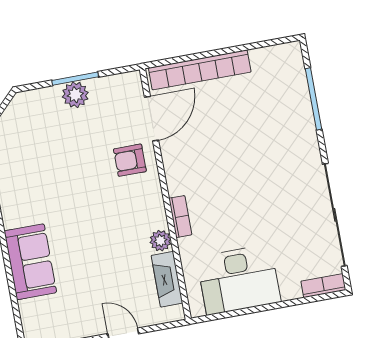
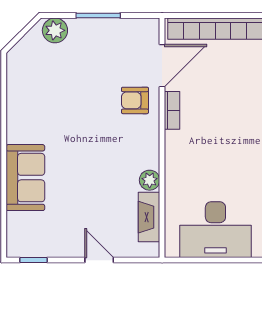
plant: (75, 95) -> (55, 30), moved
bookcase: (180, 217) -> (172, 110), moved

